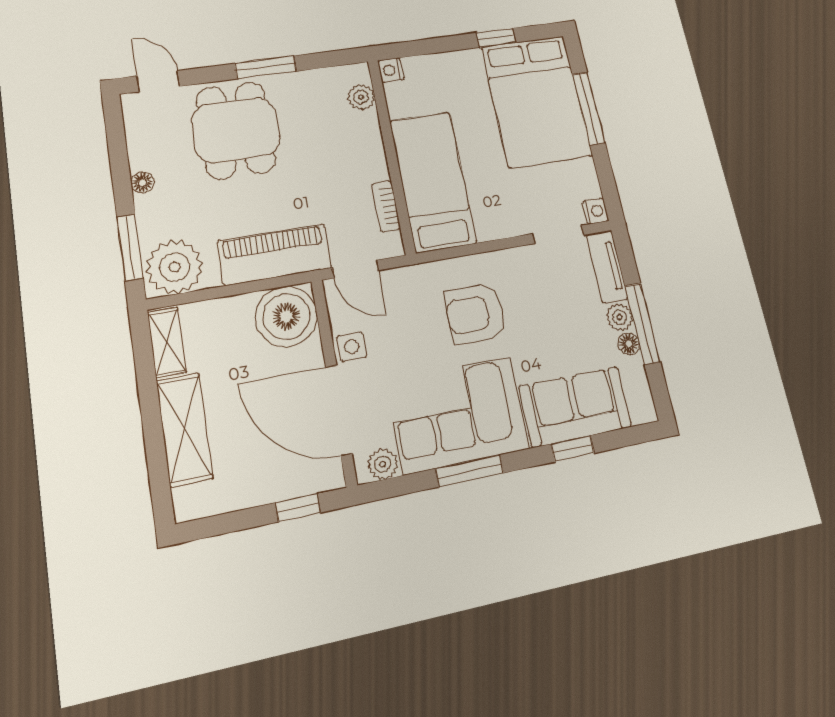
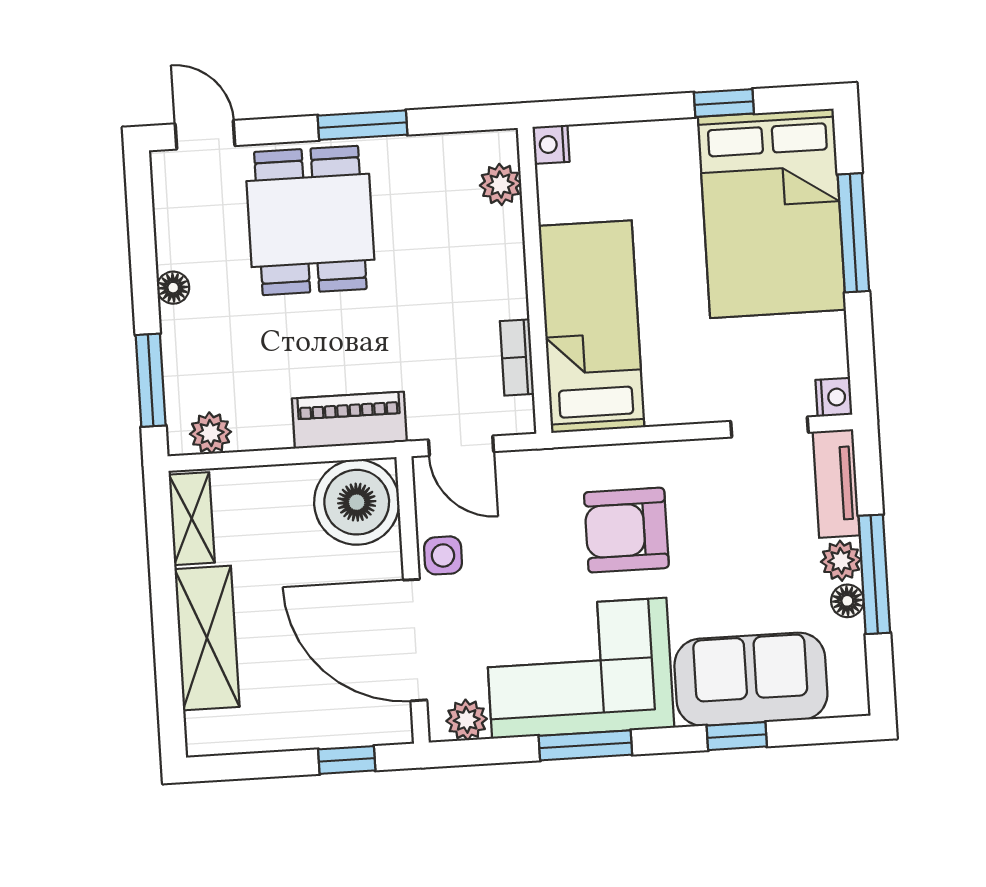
piano: (275, 254) -> (349, 420), width x0.73, depth x0.75
plant: (175, 267) -> (210, 433), width x0.53, depth x0.53

